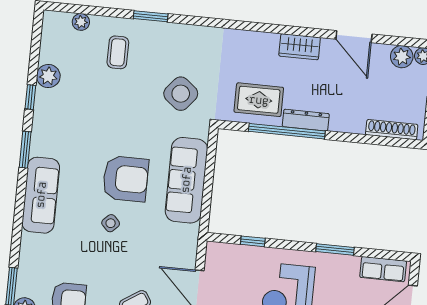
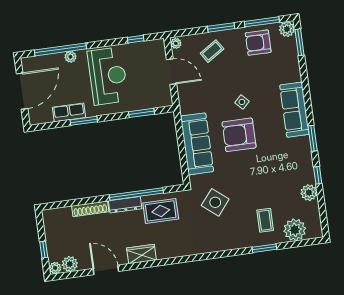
window: (151, 16) -> (264, 248), moved
plant: (81, 22) -> (295, 230), width x1.88, depth x1.88
shoe rack: (392, 130) -> (90, 209), moved
window: (253, 241) -> (142, 113), width x1.50
row of seats: (383, 269) -> (69, 112), moved

